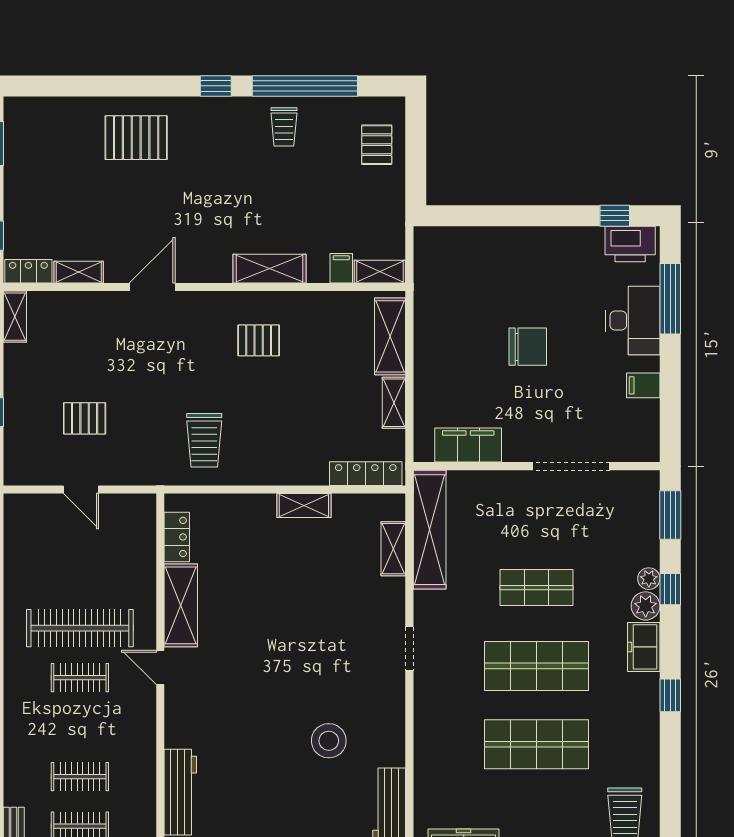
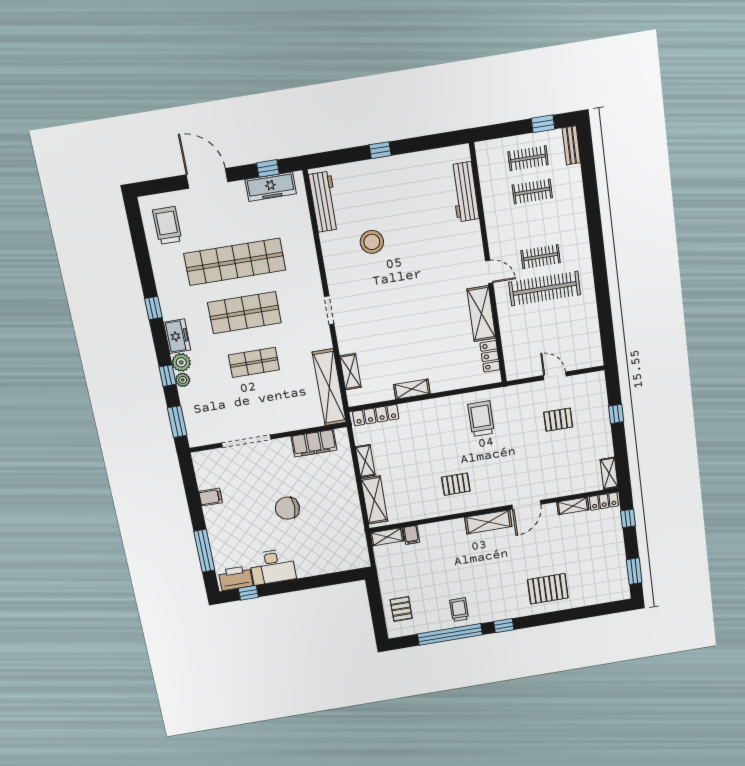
shelving: (269, 269) -> (488, 522), moved
desk: (633, 321) -> (272, 567), moved, turned -90
shop shelf: (537, 744) -> (235, 262), width x1.40

